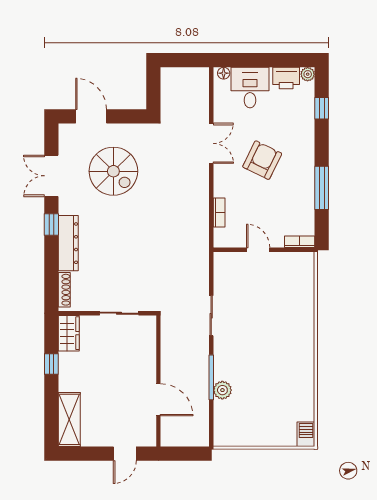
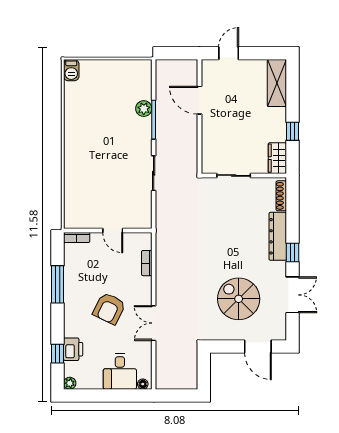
printer: (286, 78) -> (73, 349), moved, turned 90

